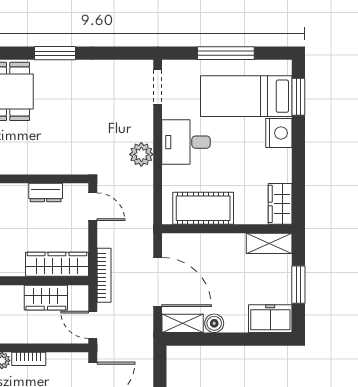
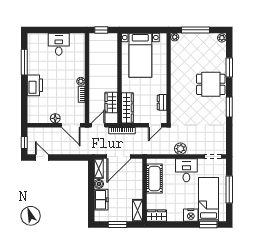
freezer: (270, 319) -> (101, 200), moved

